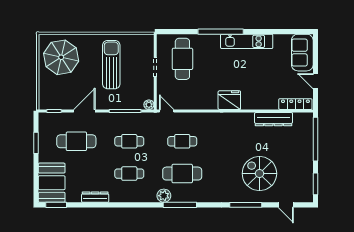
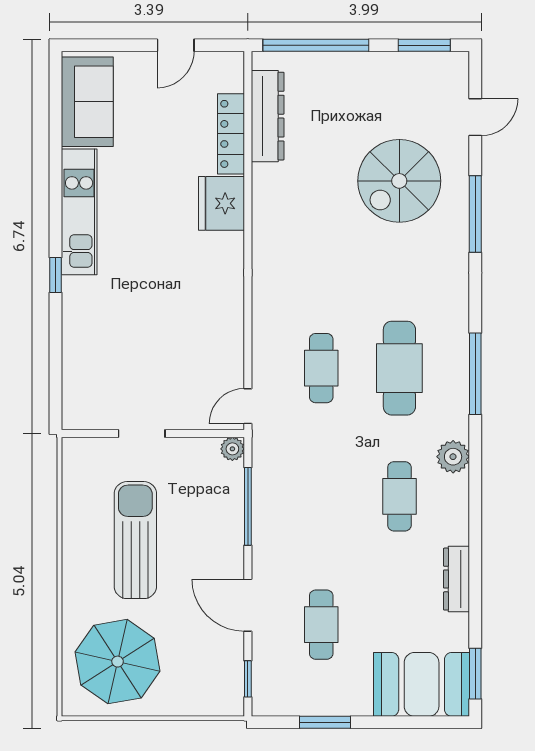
window: (221, 32) -> (55, 275), width x0.32
sofa: (302, 53) -> (87, 102), moved, turned -90
cafe table: (182, 59) -> (121, 368), removed
sun lounger: (111, 65) -> (135, 540), turned 90
fridge: (229, 100) -> (221, 203), moved
locker: (295, 104) -> (231, 134), moved
dresser: (274, 119) -> (268, 116), moved
cafe table: (76, 141) -> (321, 625), width x0.73, depth x0.74
cafe table: (129, 141) -> (321, 496), removed
plant: (164, 196) -> (453, 457), moved

